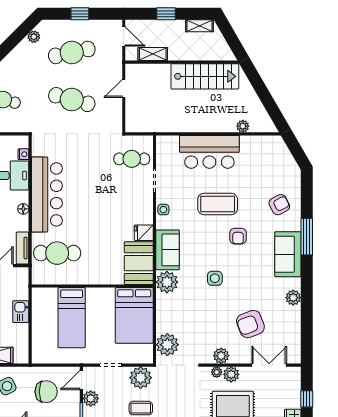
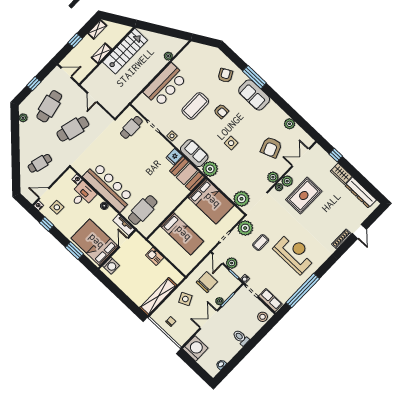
shelving: (153, 54) -> (101, 53), moved
plant: (293, 298) -> (290, 124), moved

